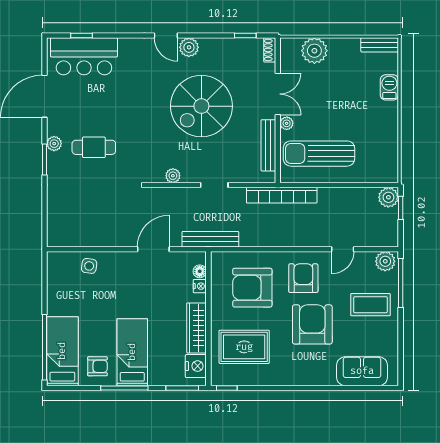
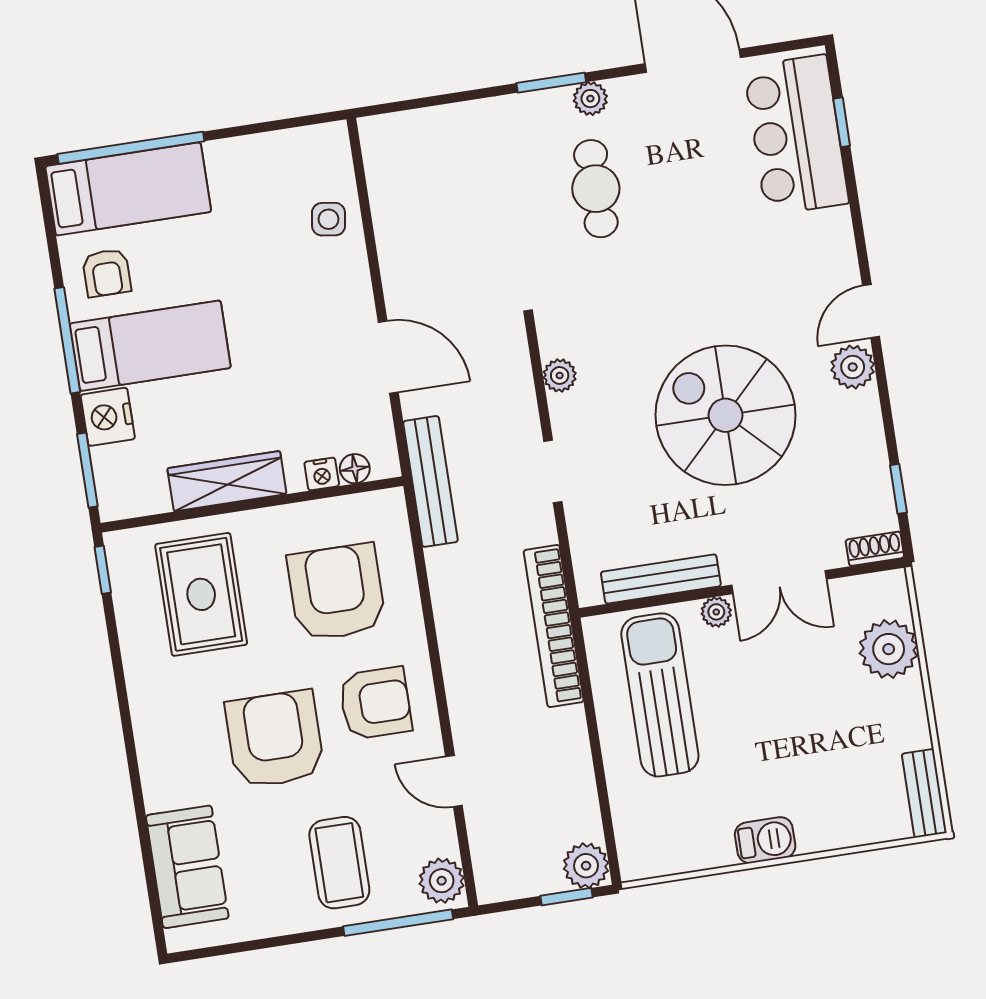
barbecue: (389, 87) -> (765, 840), moved
armchair: (312, 324) -> (275, 739), turned -90
nightstand: (196, 366) -> (108, 417), moved, turned 90

